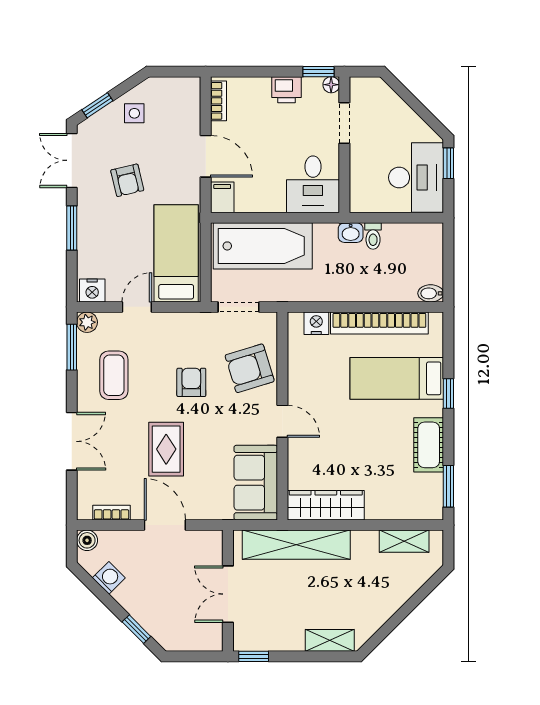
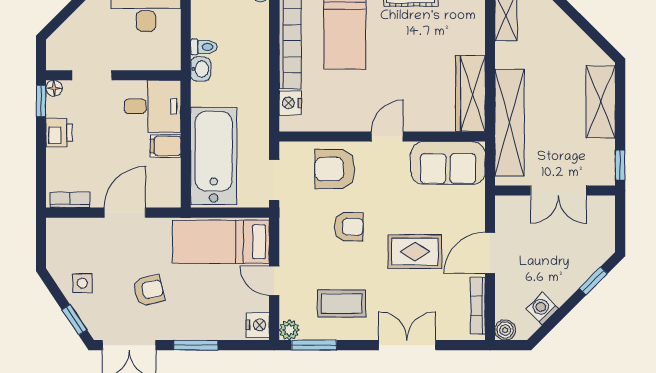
filing cabinet: (222, 197) -> (166, 146), moved
armchair: (250, 368) -> (335, 169), turned 107
armchair: (191, 382) -> (349, 227), turned 180
bookcase: (112, 513) -> (478, 306), width x1.56
shelving: (330, 640) -> (601, 102), width x1.50, depth x1.33

